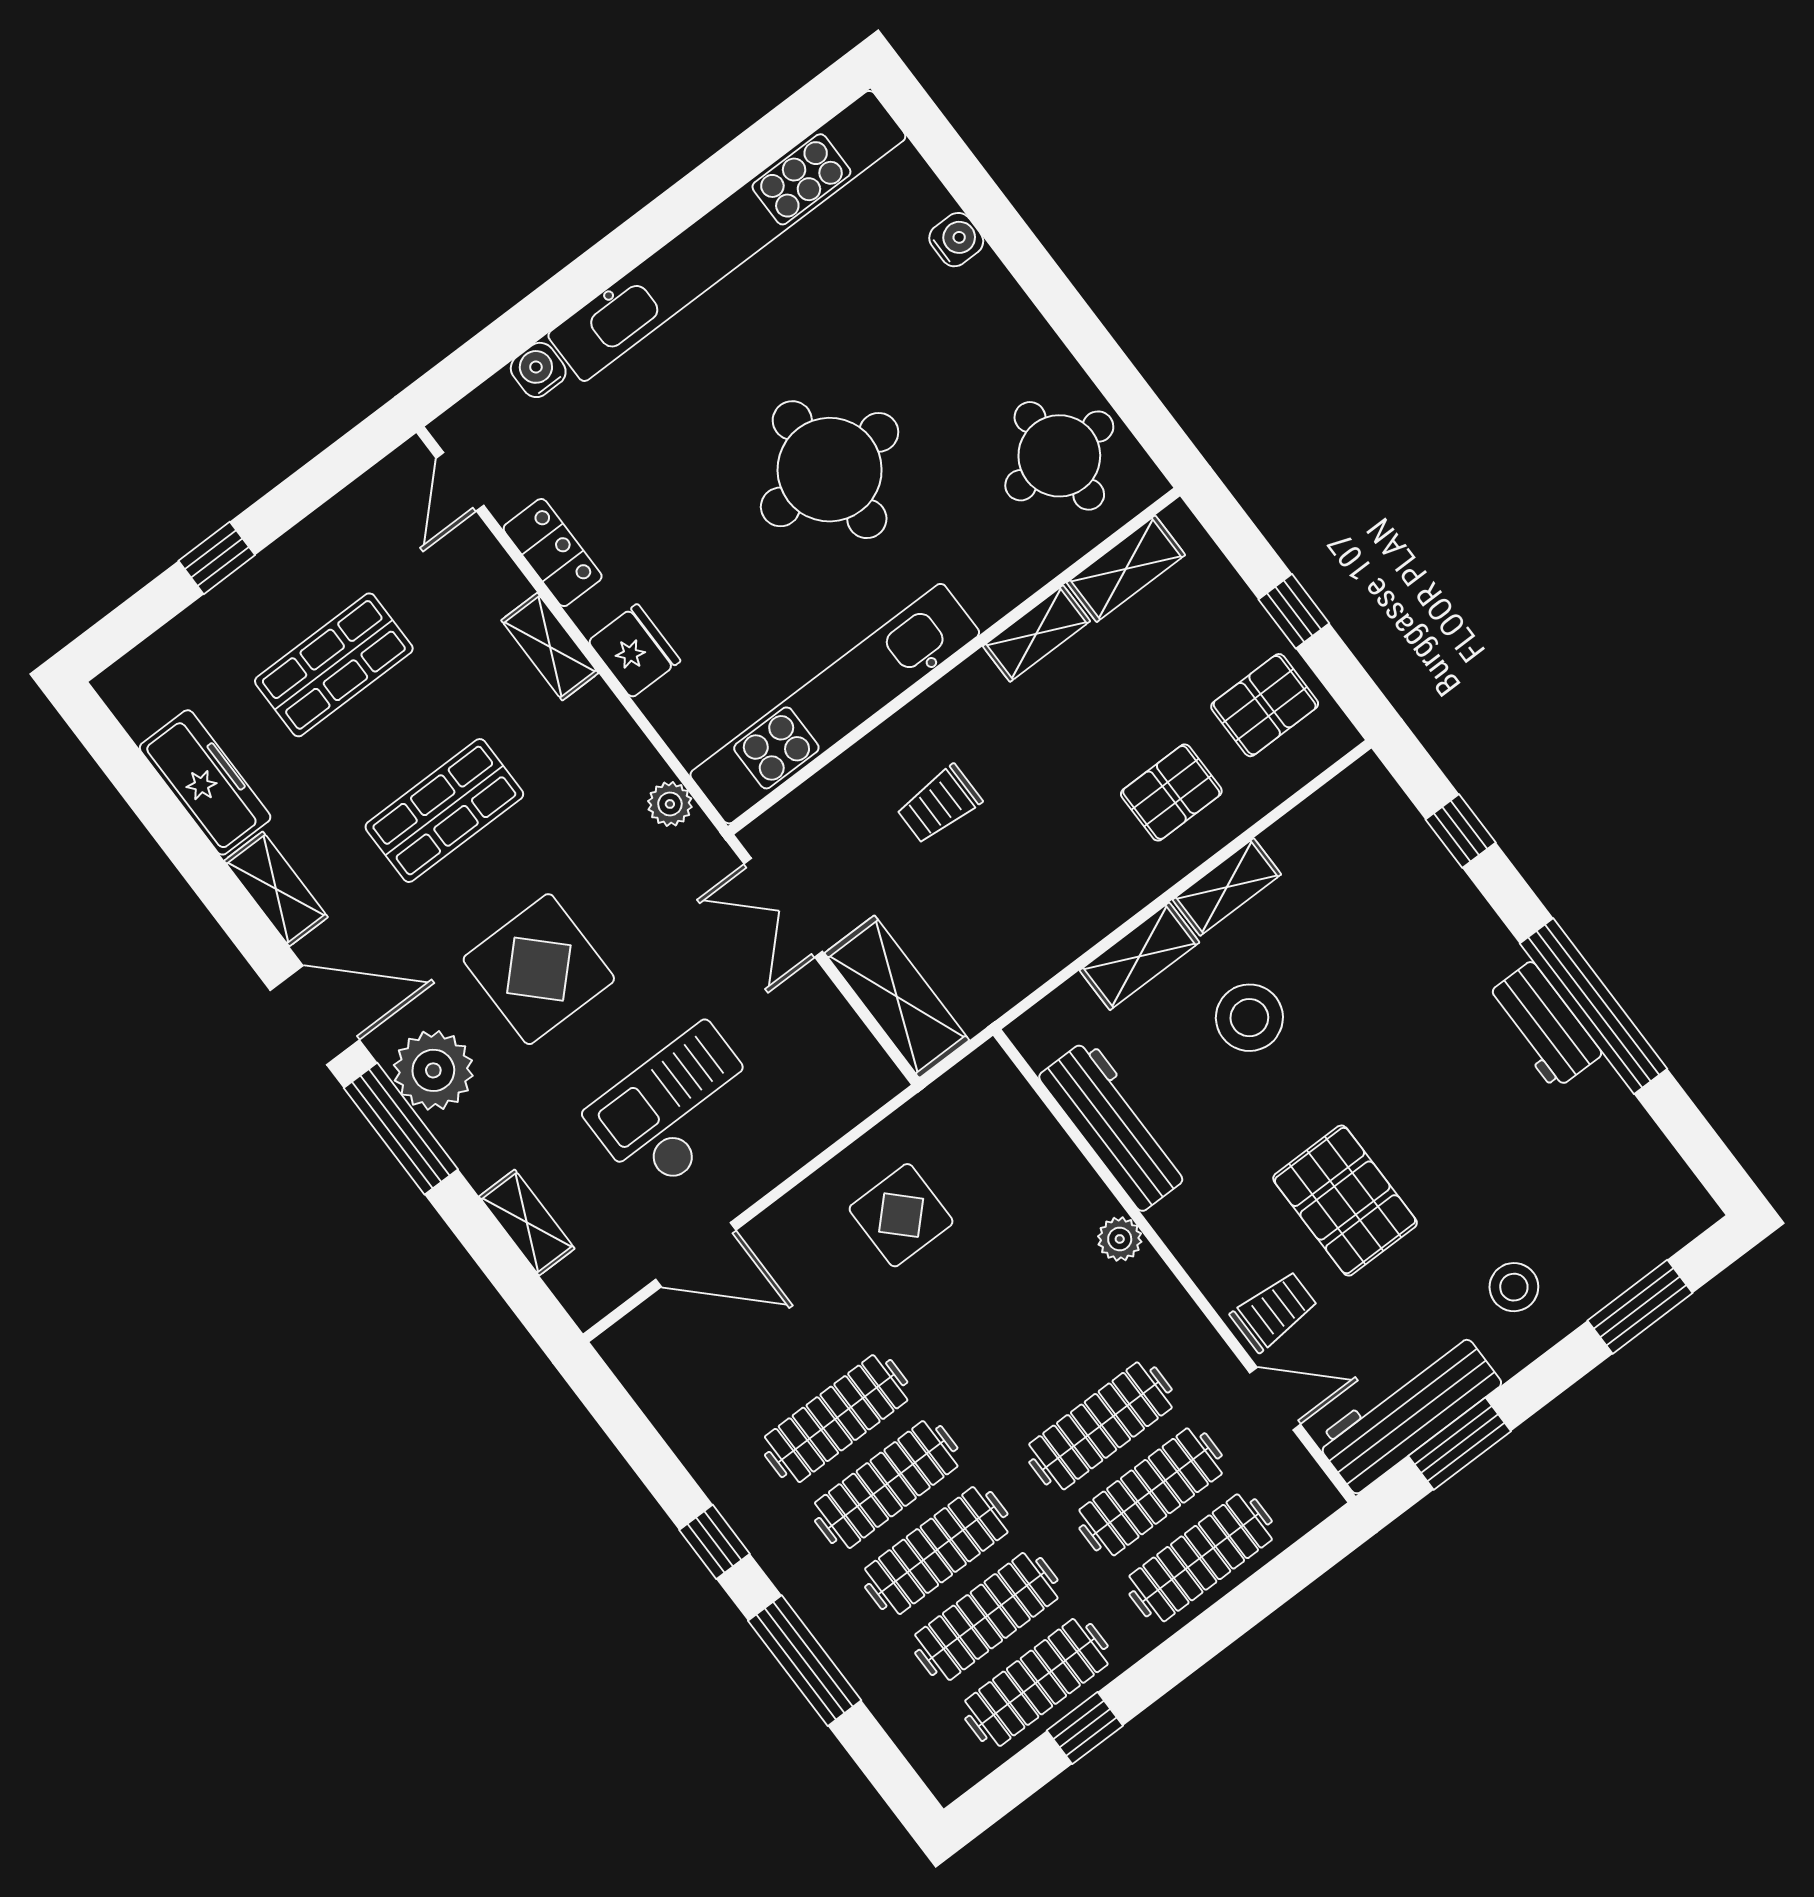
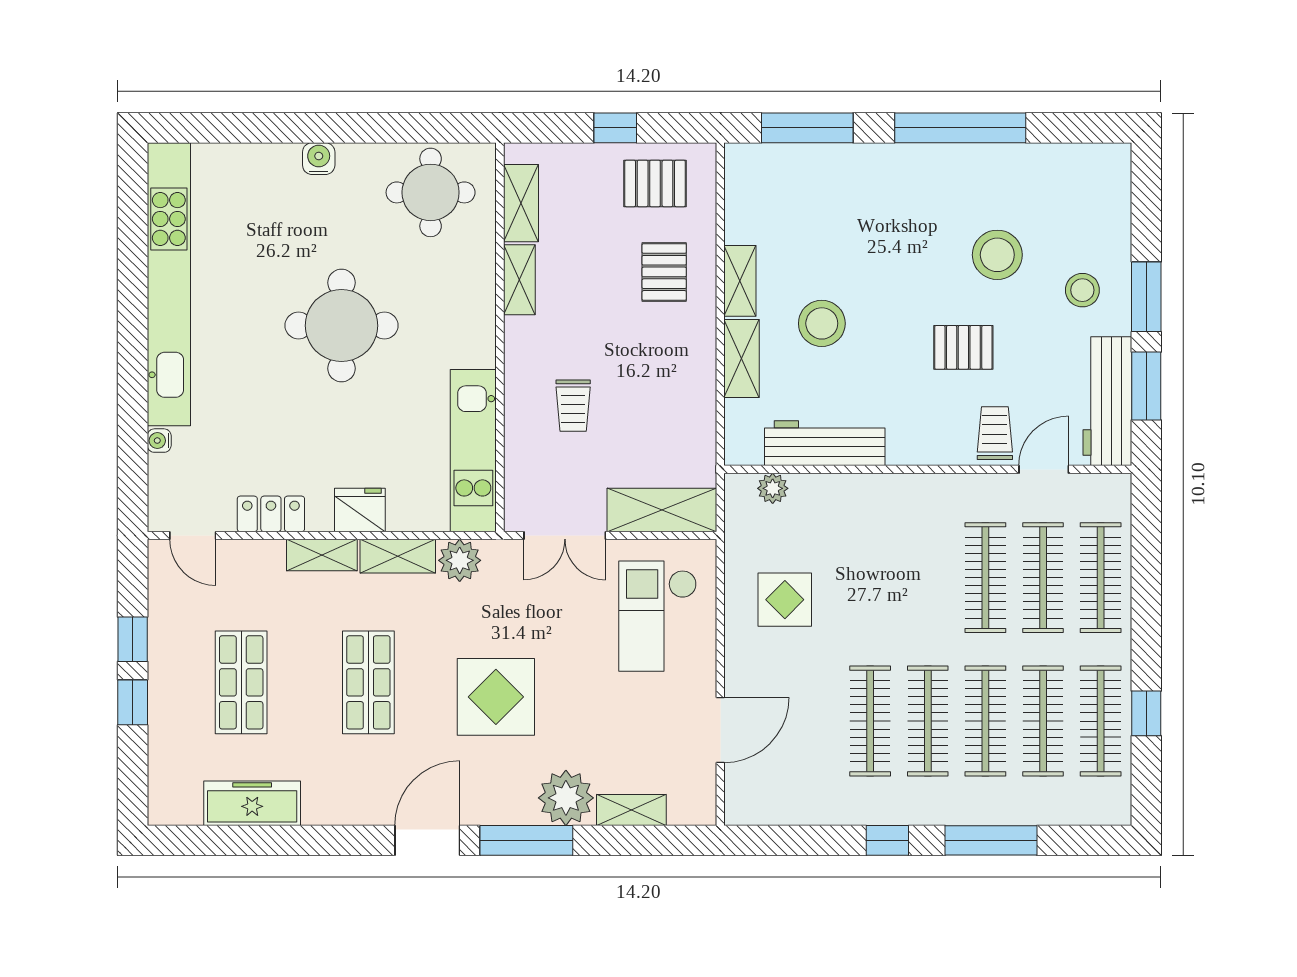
water cooler: (956, 240) -> (319, 159), moved
water cooler: (538, 370) -> (159, 441), width x0.72, depth x0.72
window: (289, 503) -> (133, 639), added
kitchen unit: (835, 704) -> (473, 451), width x0.73
pallet: (1265, 705) -> (655, 183), turned 90
plant: (670, 804) -> (460, 560), width x1.38, depth x1.38
window: (1461, 831) -> (807, 128), width x2.17
shelving: (276, 889) -> (398, 556), moved
workbench: (1543, 1025) -> (950, 164), removed
plant: (433, 1070) -> (566, 798), moved
checkout: (676, 1109) -> (658, 616), moved
stool: (1480, 1159) -> (997, 255), added
pallet: (1345, 1201) -> (963, 347), width x0.67, depth x0.71
plant: (1120, 1239) -> (773, 488), moved
window: (1640, 1307) -> (1146, 297), moved

